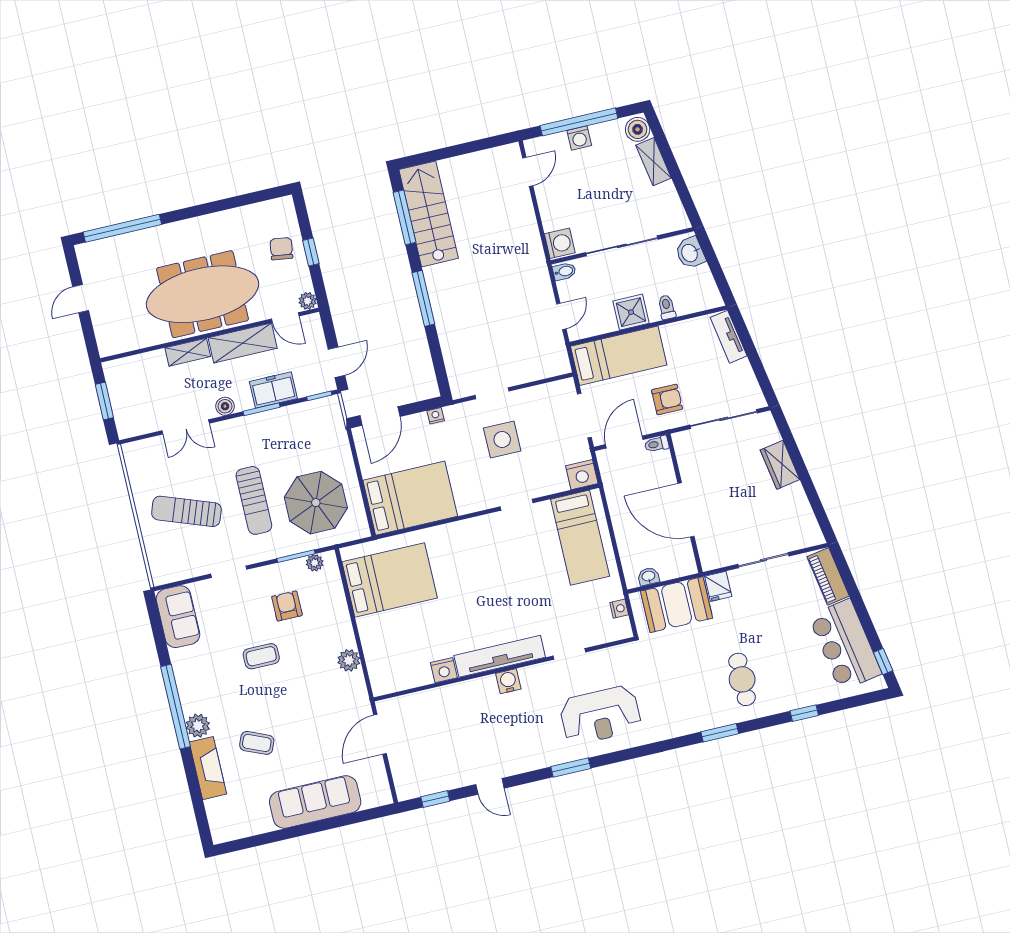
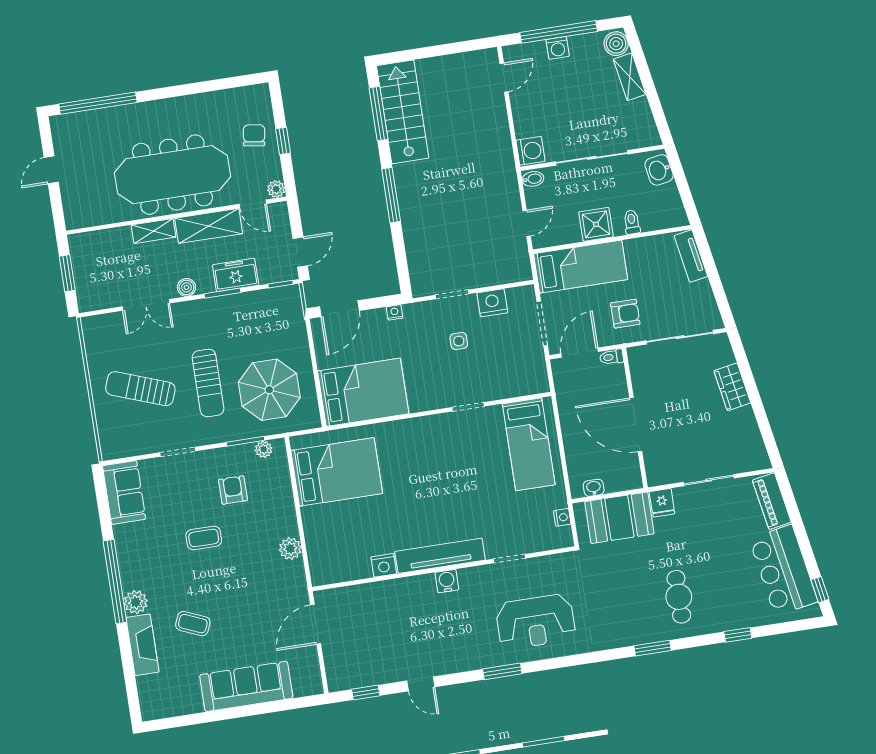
side table: (502, 439) -> (459, 341), width x0.54, depth x0.54
nightstand: (582, 475) -> (492, 303), moved, turned 180

